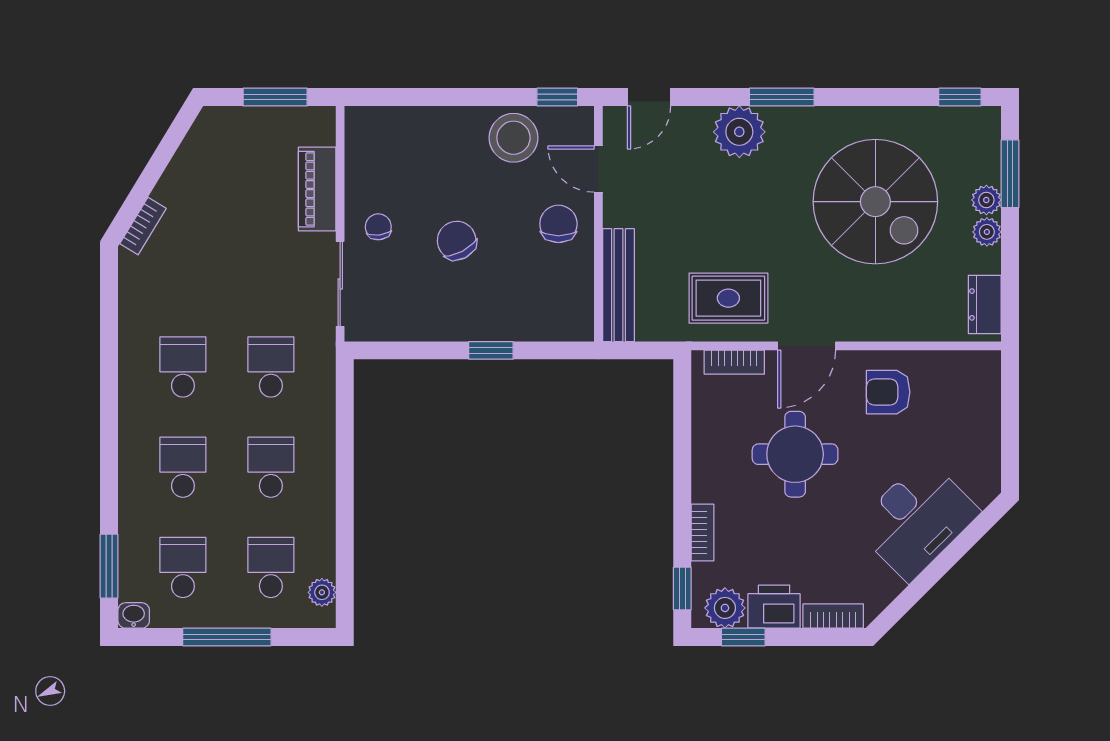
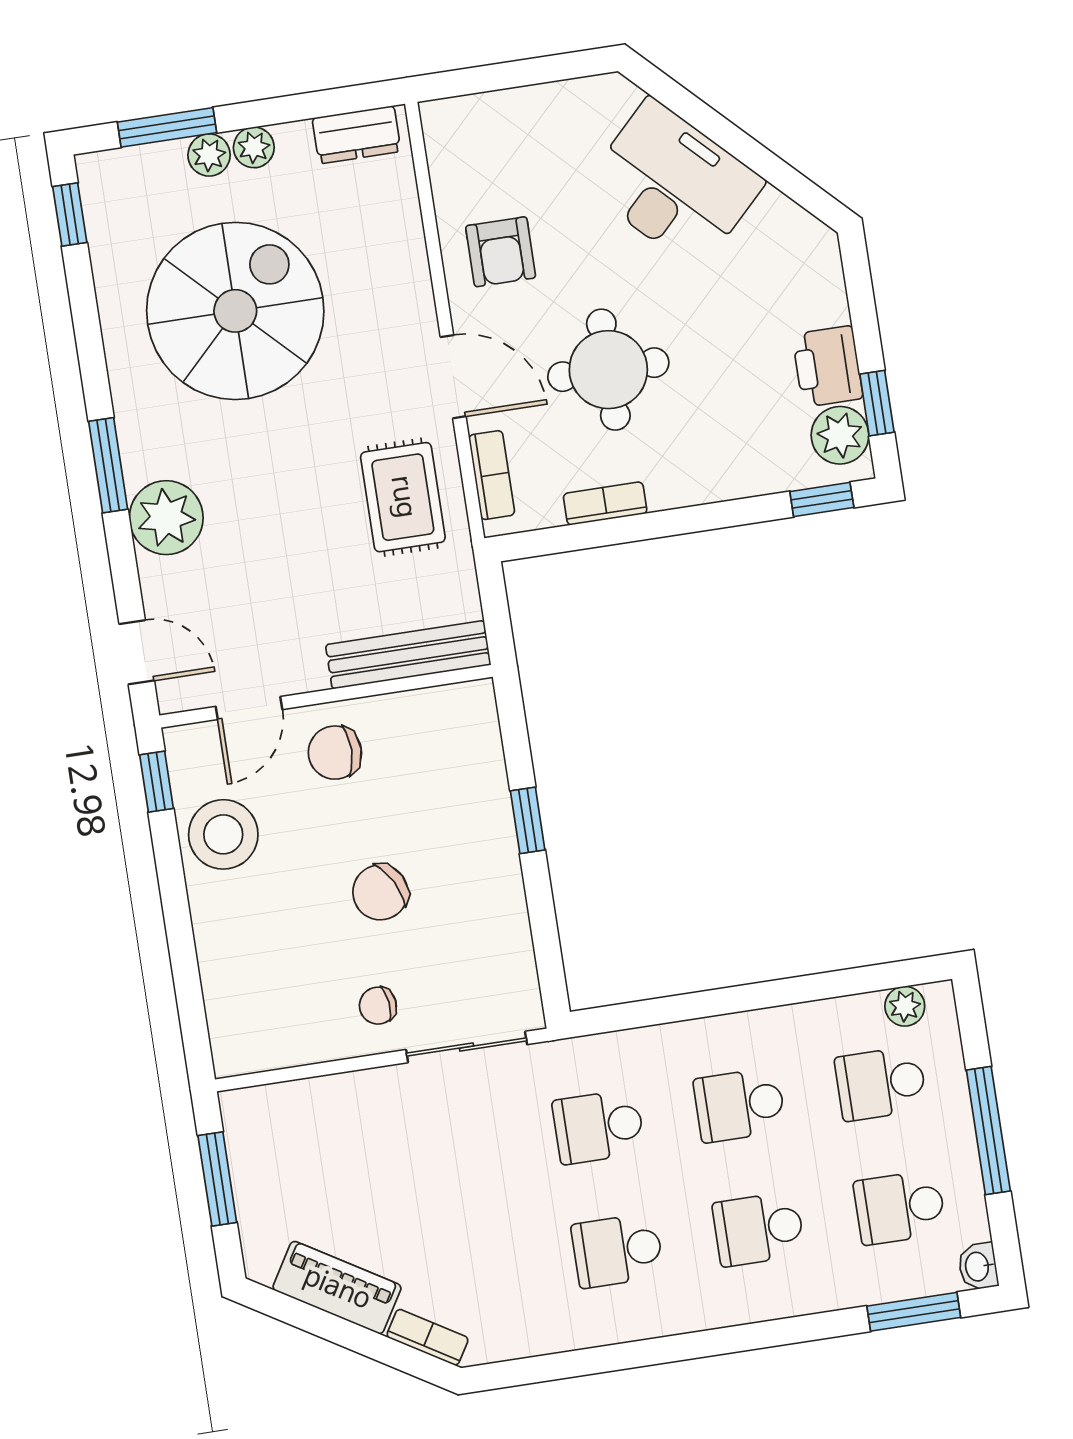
piano: (317, 189) -> (337, 1288), moved, turned -149
bookcase: (703, 533) -> (605, 504), moved
bookcase: (833, 616) -> (828, 281), removed

